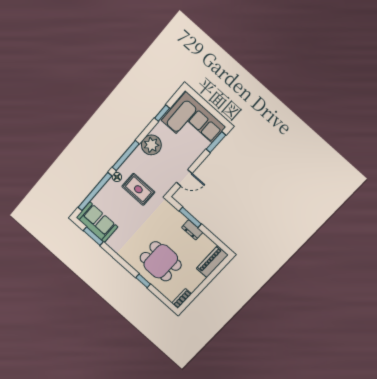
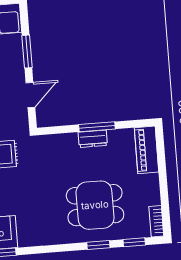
window: (216, 142) -> (27, 52), moved
window: (190, 217) -> (97, 127), moved
window: (161, 297) -> (134, 242), added

